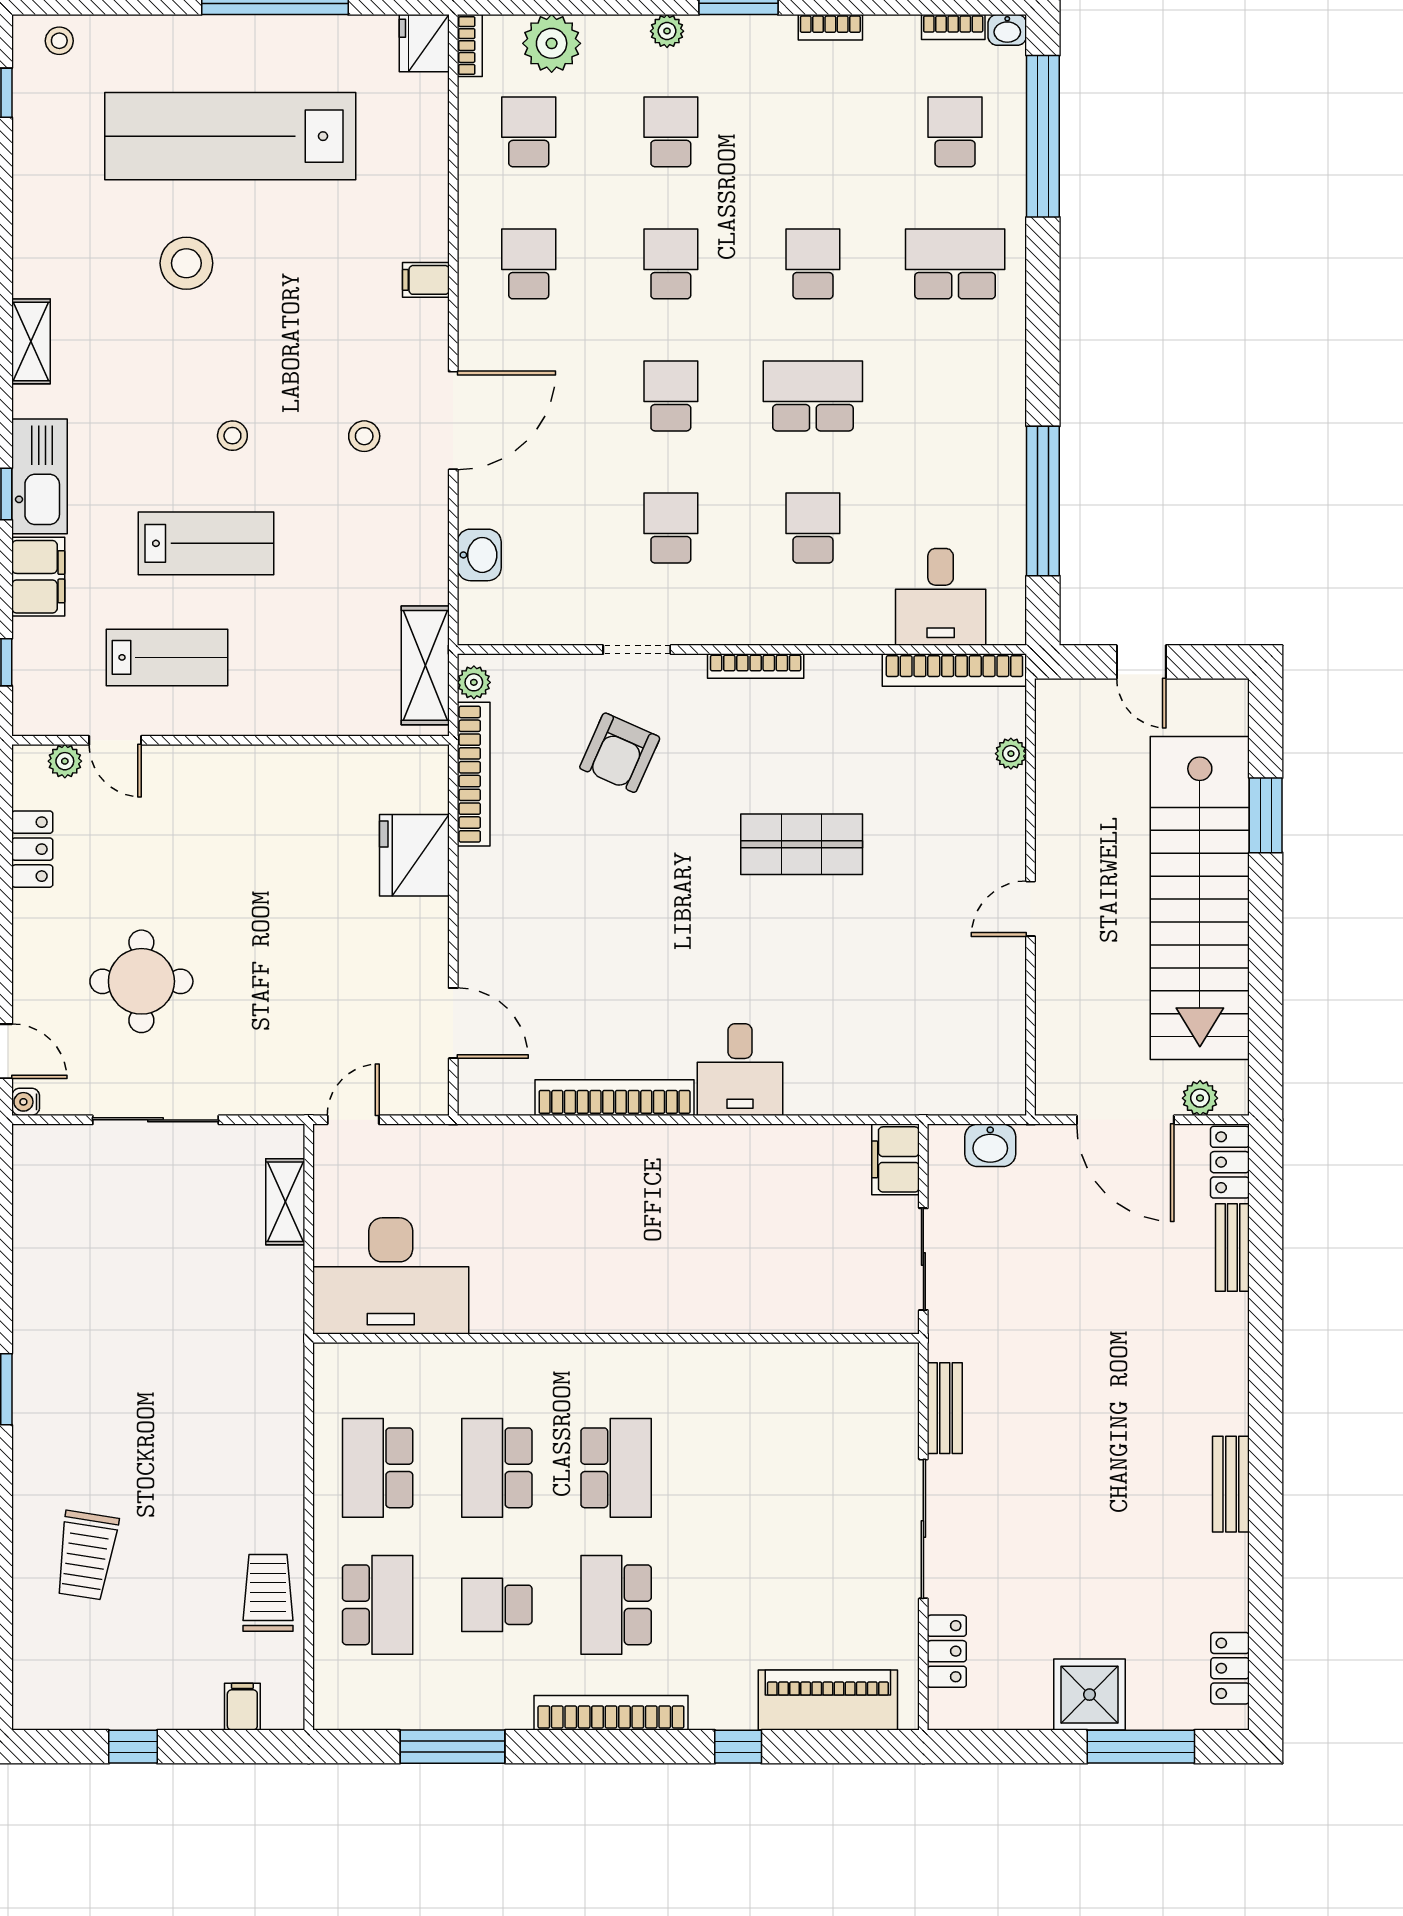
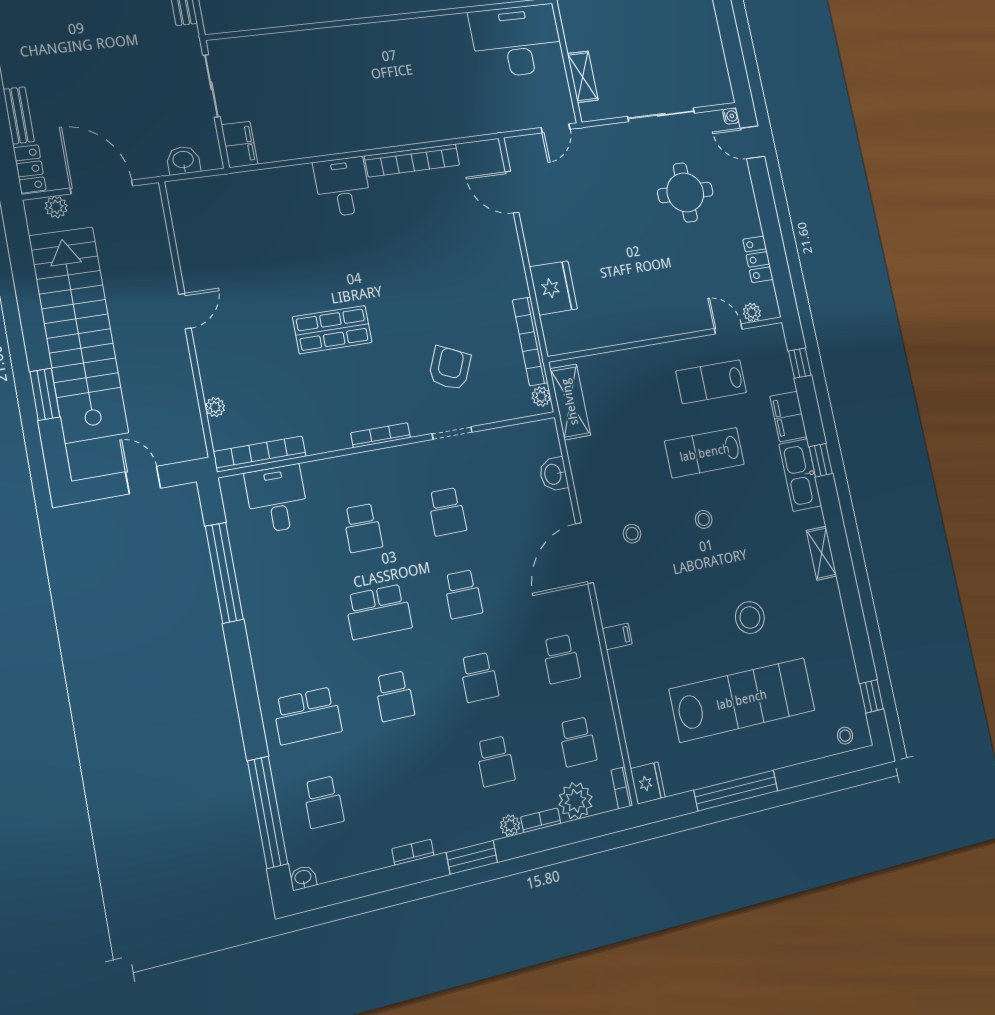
bookcase: (953, 27) -> (541, 820), moved

